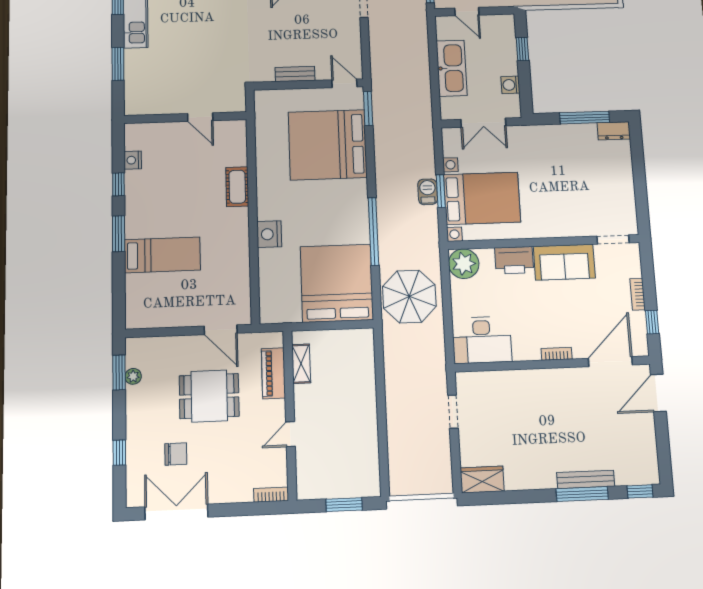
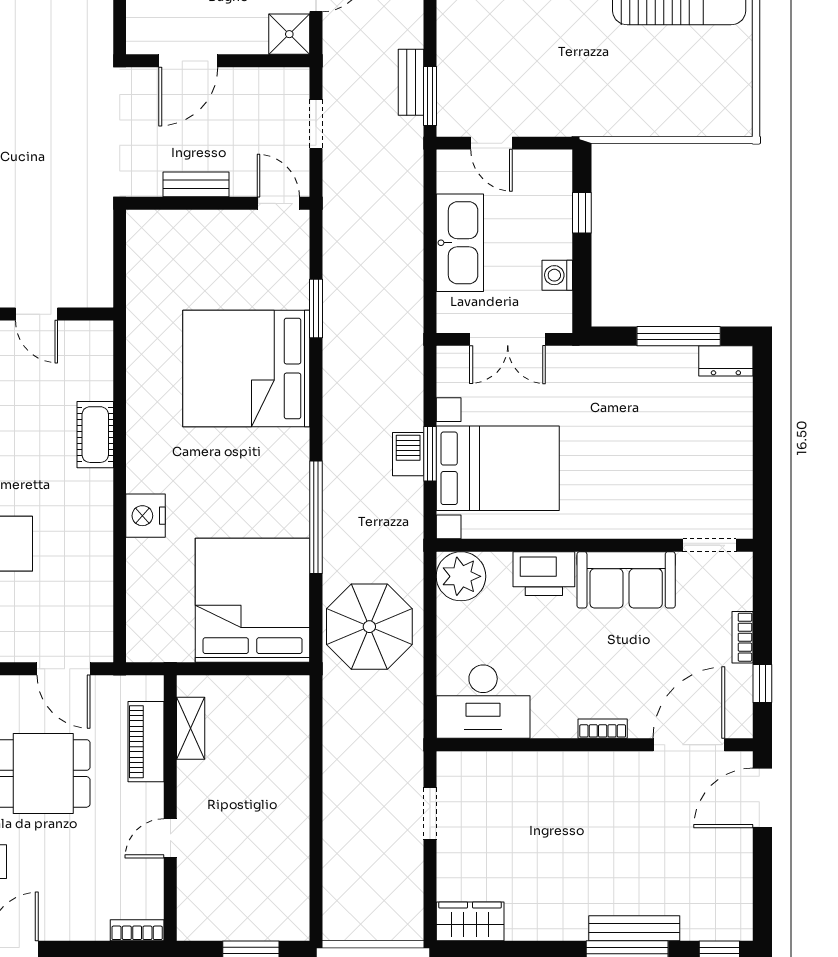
bench: (295, 74) -> (196, 184), moved
door: (344, 83) -> (278, 203), moved
wall: (308, 84) -> (218, 203), moved

